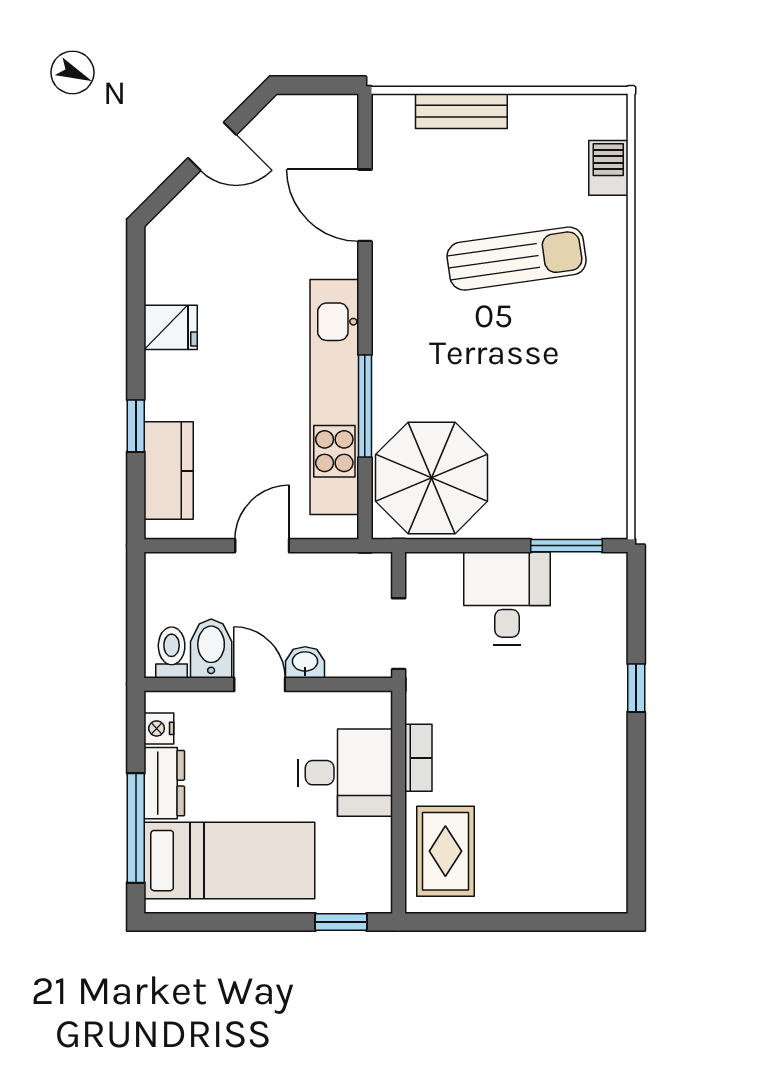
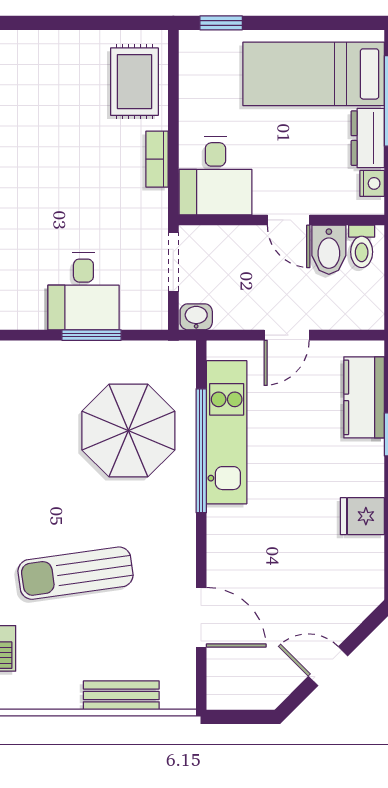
kitchen unit: (334, 397) -> (227, 432), width x0.73
window: (365, 406) -> (201, 451), width x1.46
parasol: (432, 478) -> (128, 431), moved
window: (567, 546) -> (92, 335), moved
washbasin: (305, 662) -> (196, 317), moved, turned 180
desk: (345, 773) -> (215, 176), moved, turned -90

